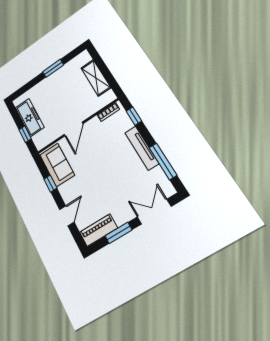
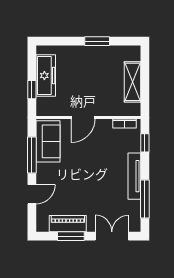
window: (50, 184) -> (32, 155), width x2.17
piano: (98, 230) -> (68, 224), moved

